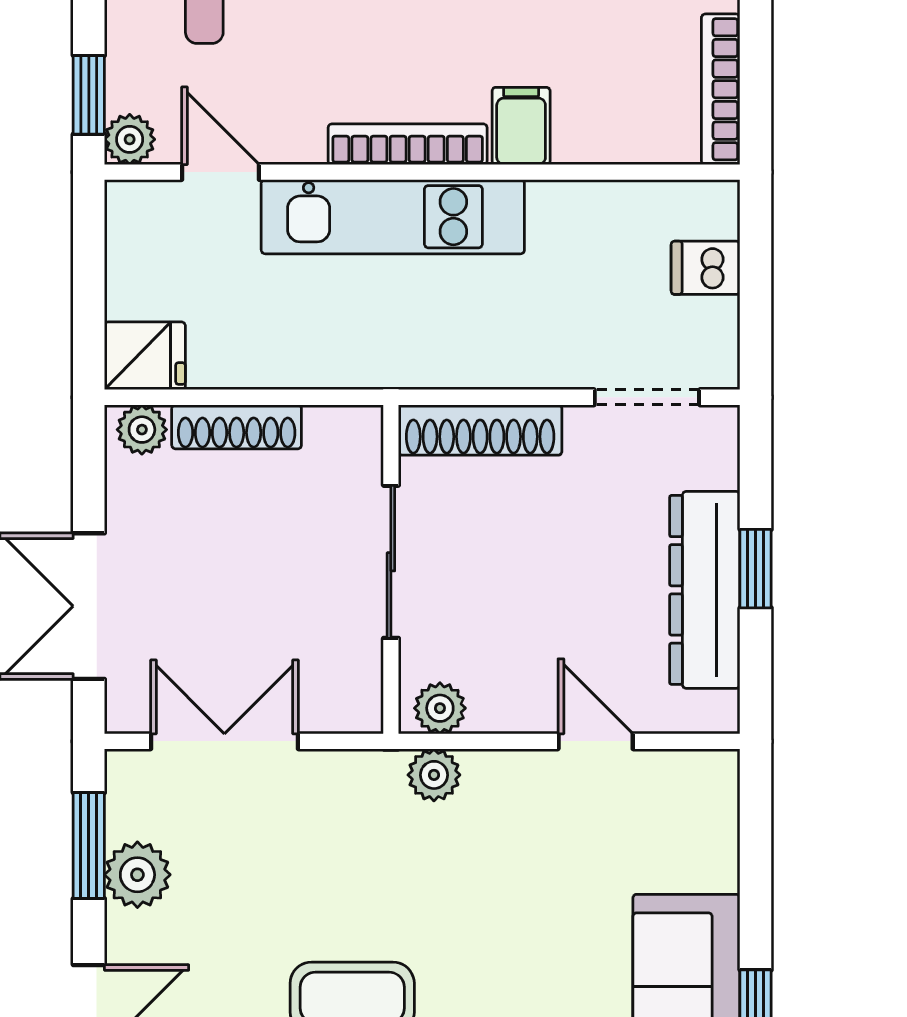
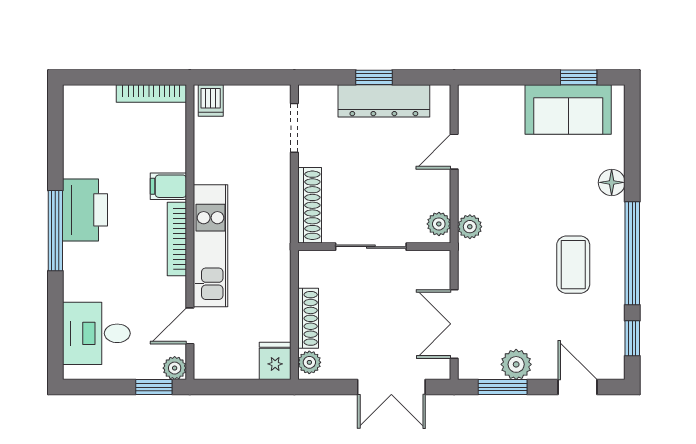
dishwasher: (706, 268) -> (211, 101), moved

